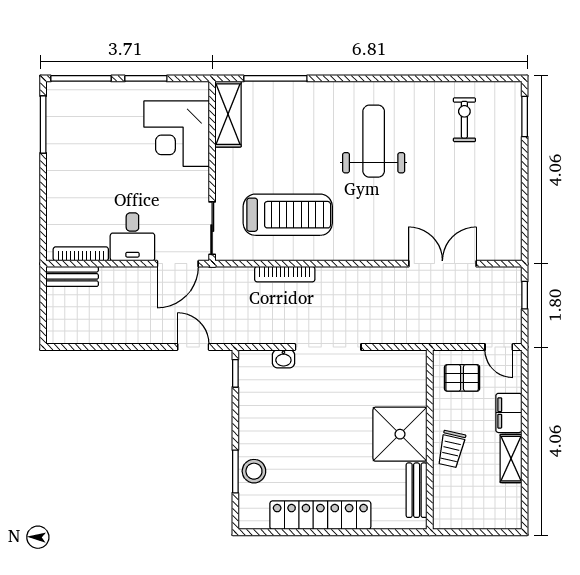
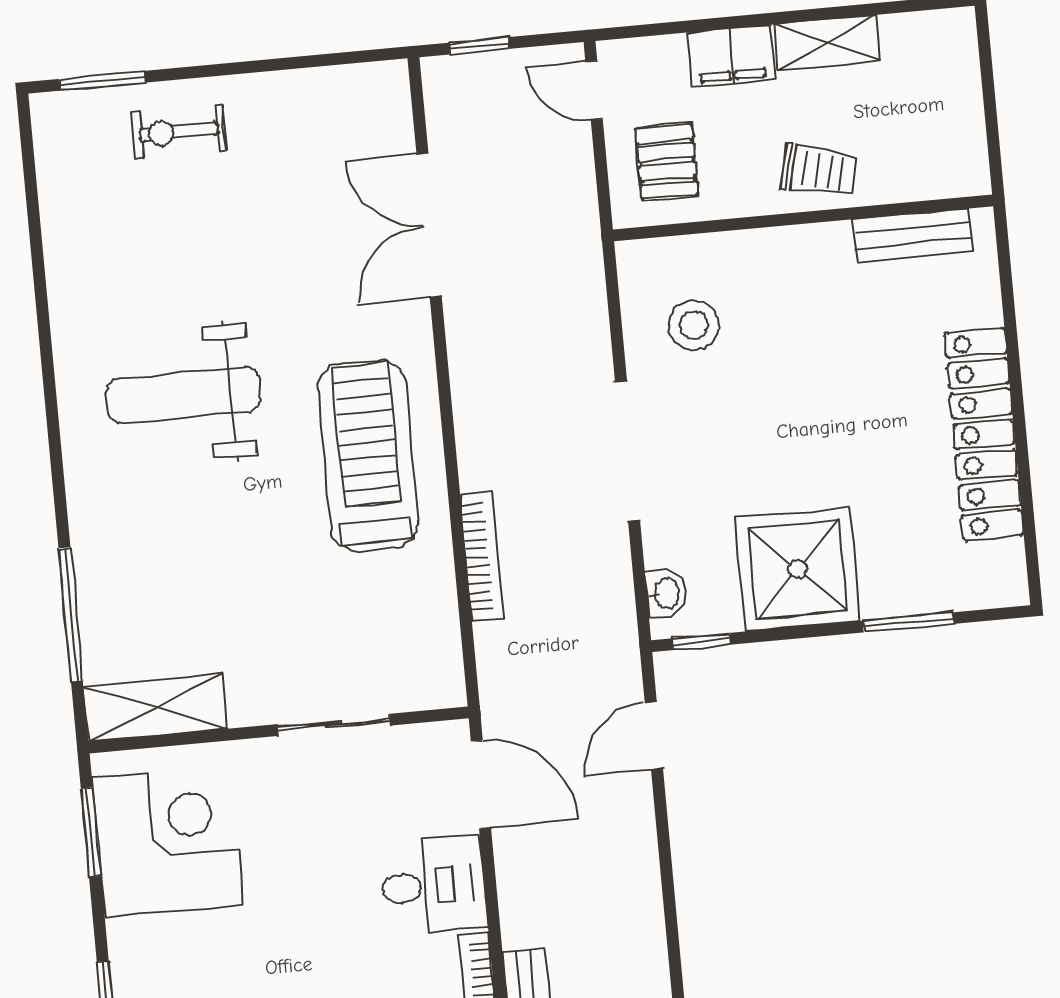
window: (146, 78) -> (91, 832), moved
exercise bike: (464, 120) -> (179, 132), moved
corner desk: (177, 134) -> (167, 842), moved, turned -90
treadmill: (288, 215) -> (368, 456), moved
sliding door: (212, 228) -> (334, 725), moved
door: (499, 347) -> (594, 90), swing flipped
washbasin: (283, 359) -> (666, 593), moved
shower: (400, 434) -> (798, 569), moved
stool: (254, 471) -> (694, 325), moved

